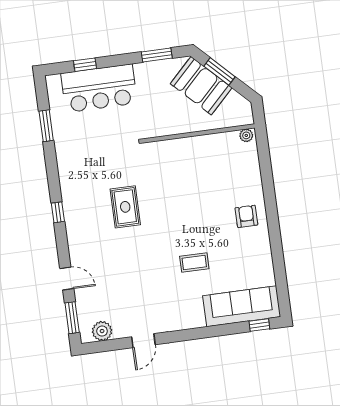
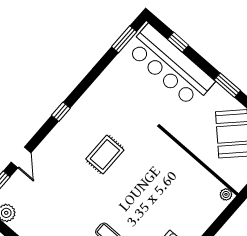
bar counter: (99, 88) -> (170, 66), width x1.36
window: (46, 126) -> (124, 39), moved

